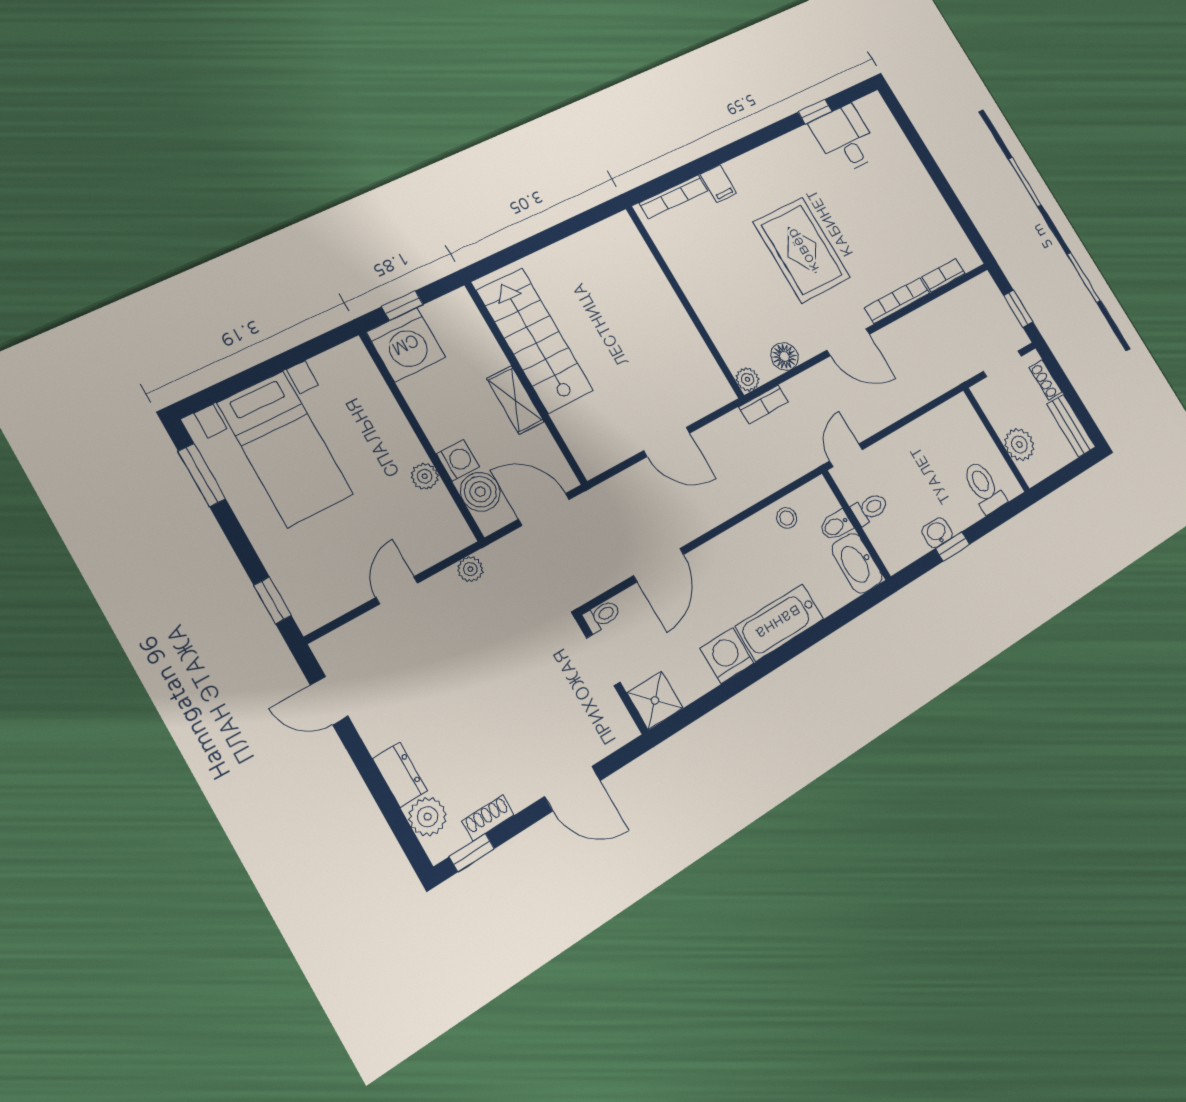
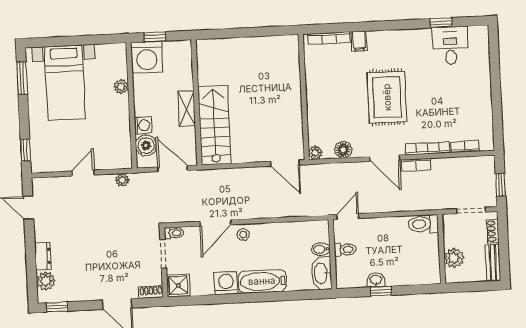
stairs: (535, 340) -> (214, 125), moved
bookcase: (764, 404) -> (416, 165), moved
door: (667, 442) -> (285, 163), moved
plant: (425, 476) -> (121, 87), moved
toilet: (984, 487) -> (423, 224), moved, turned -90
stool: (787, 518) -> (243, 235), moved
shoe rack: (488, 818) -> (151, 292), moved

